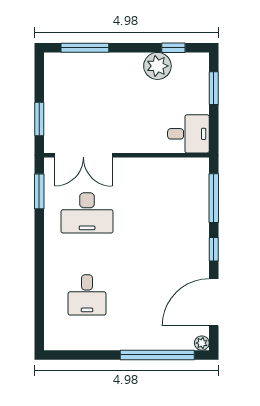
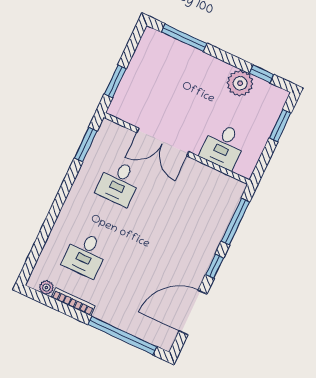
desk: (188, 134) -> (223, 146), moved, turned 90
double door: (83, 155) -> (163, 142), moved
desk: (87, 213) -> (119, 183), width x0.73
plant: (202, 343) -> (46, 288), moved
bookcase: (96, 345) -> (73, 302), added

